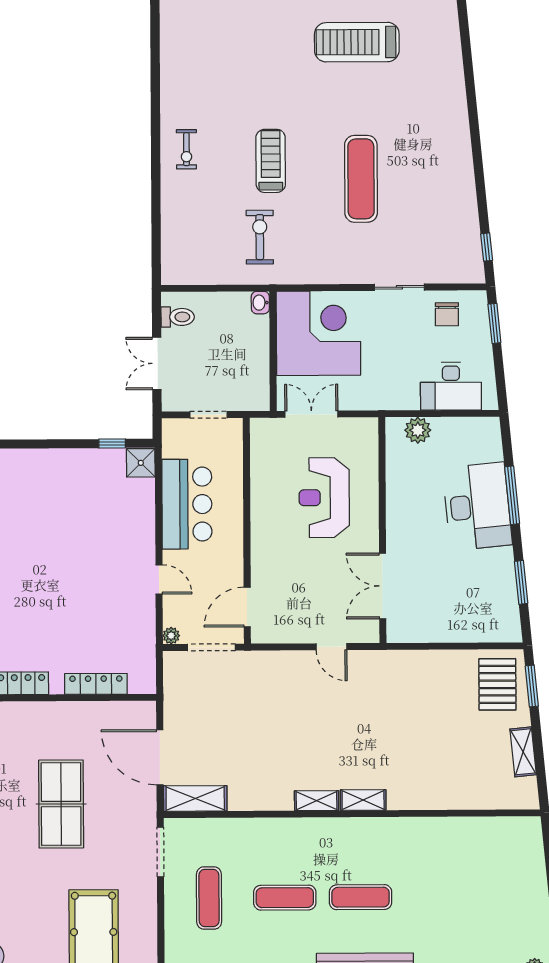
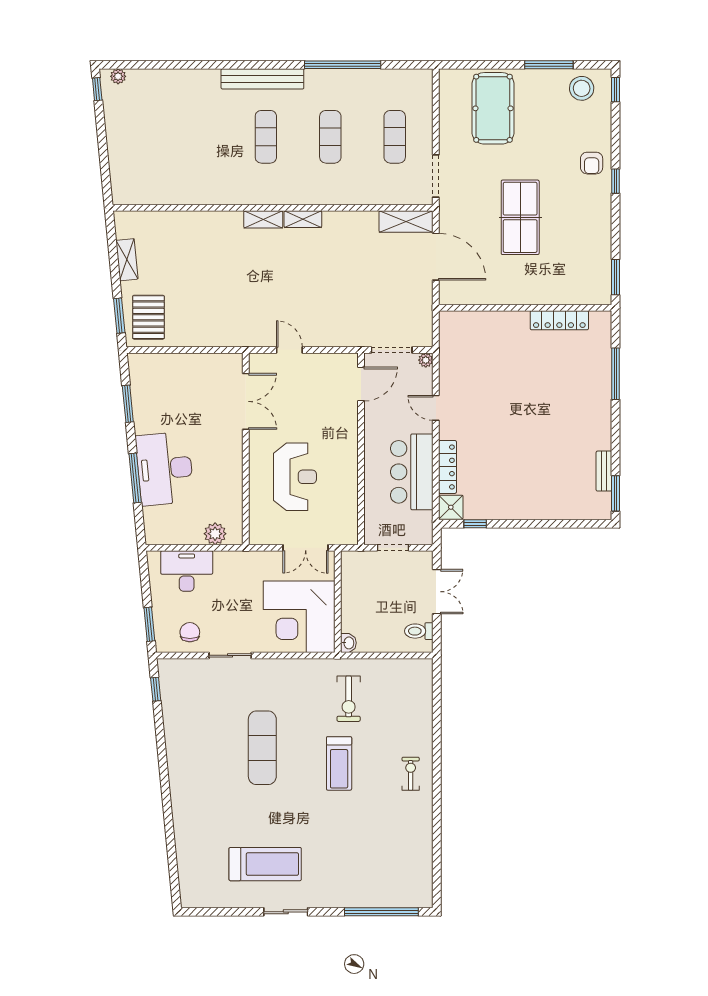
locker: (96, 684) -> (448, 467), moved, turned -90
exercise mat: (361, 897) -> (266, 137), turned 90
exercise mat: (285, 898) -> (330, 137), turned 90

